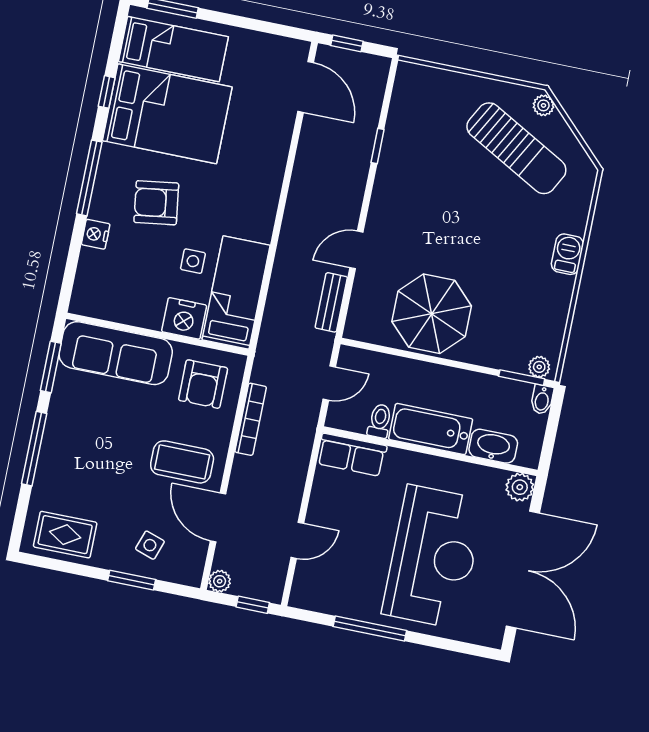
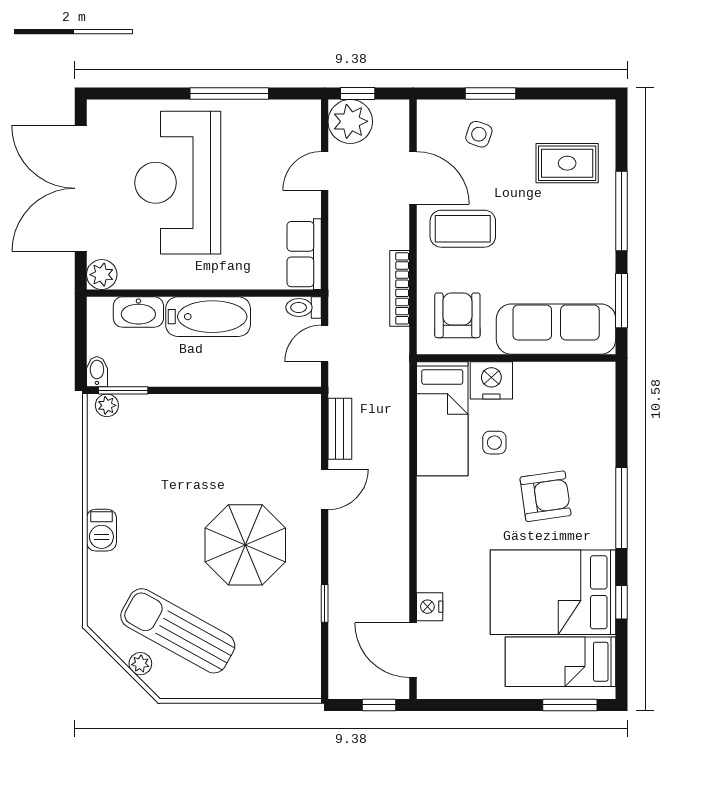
plant: (543, 105) -> (140, 664), moved
nightstand: (96, 234) -> (430, 607), moved, turned 180
parasol: (432, 314) -> (245, 545), moved
toilet: (380, 421) -> (304, 307), moved, turned 90
row of seats: (352, 455) -> (304, 254), moved, turned -90
rug: (65, 535) -> (567, 163), moved
plant: (220, 581) -> (350, 121), moved, width x1.88, depth x1.88

